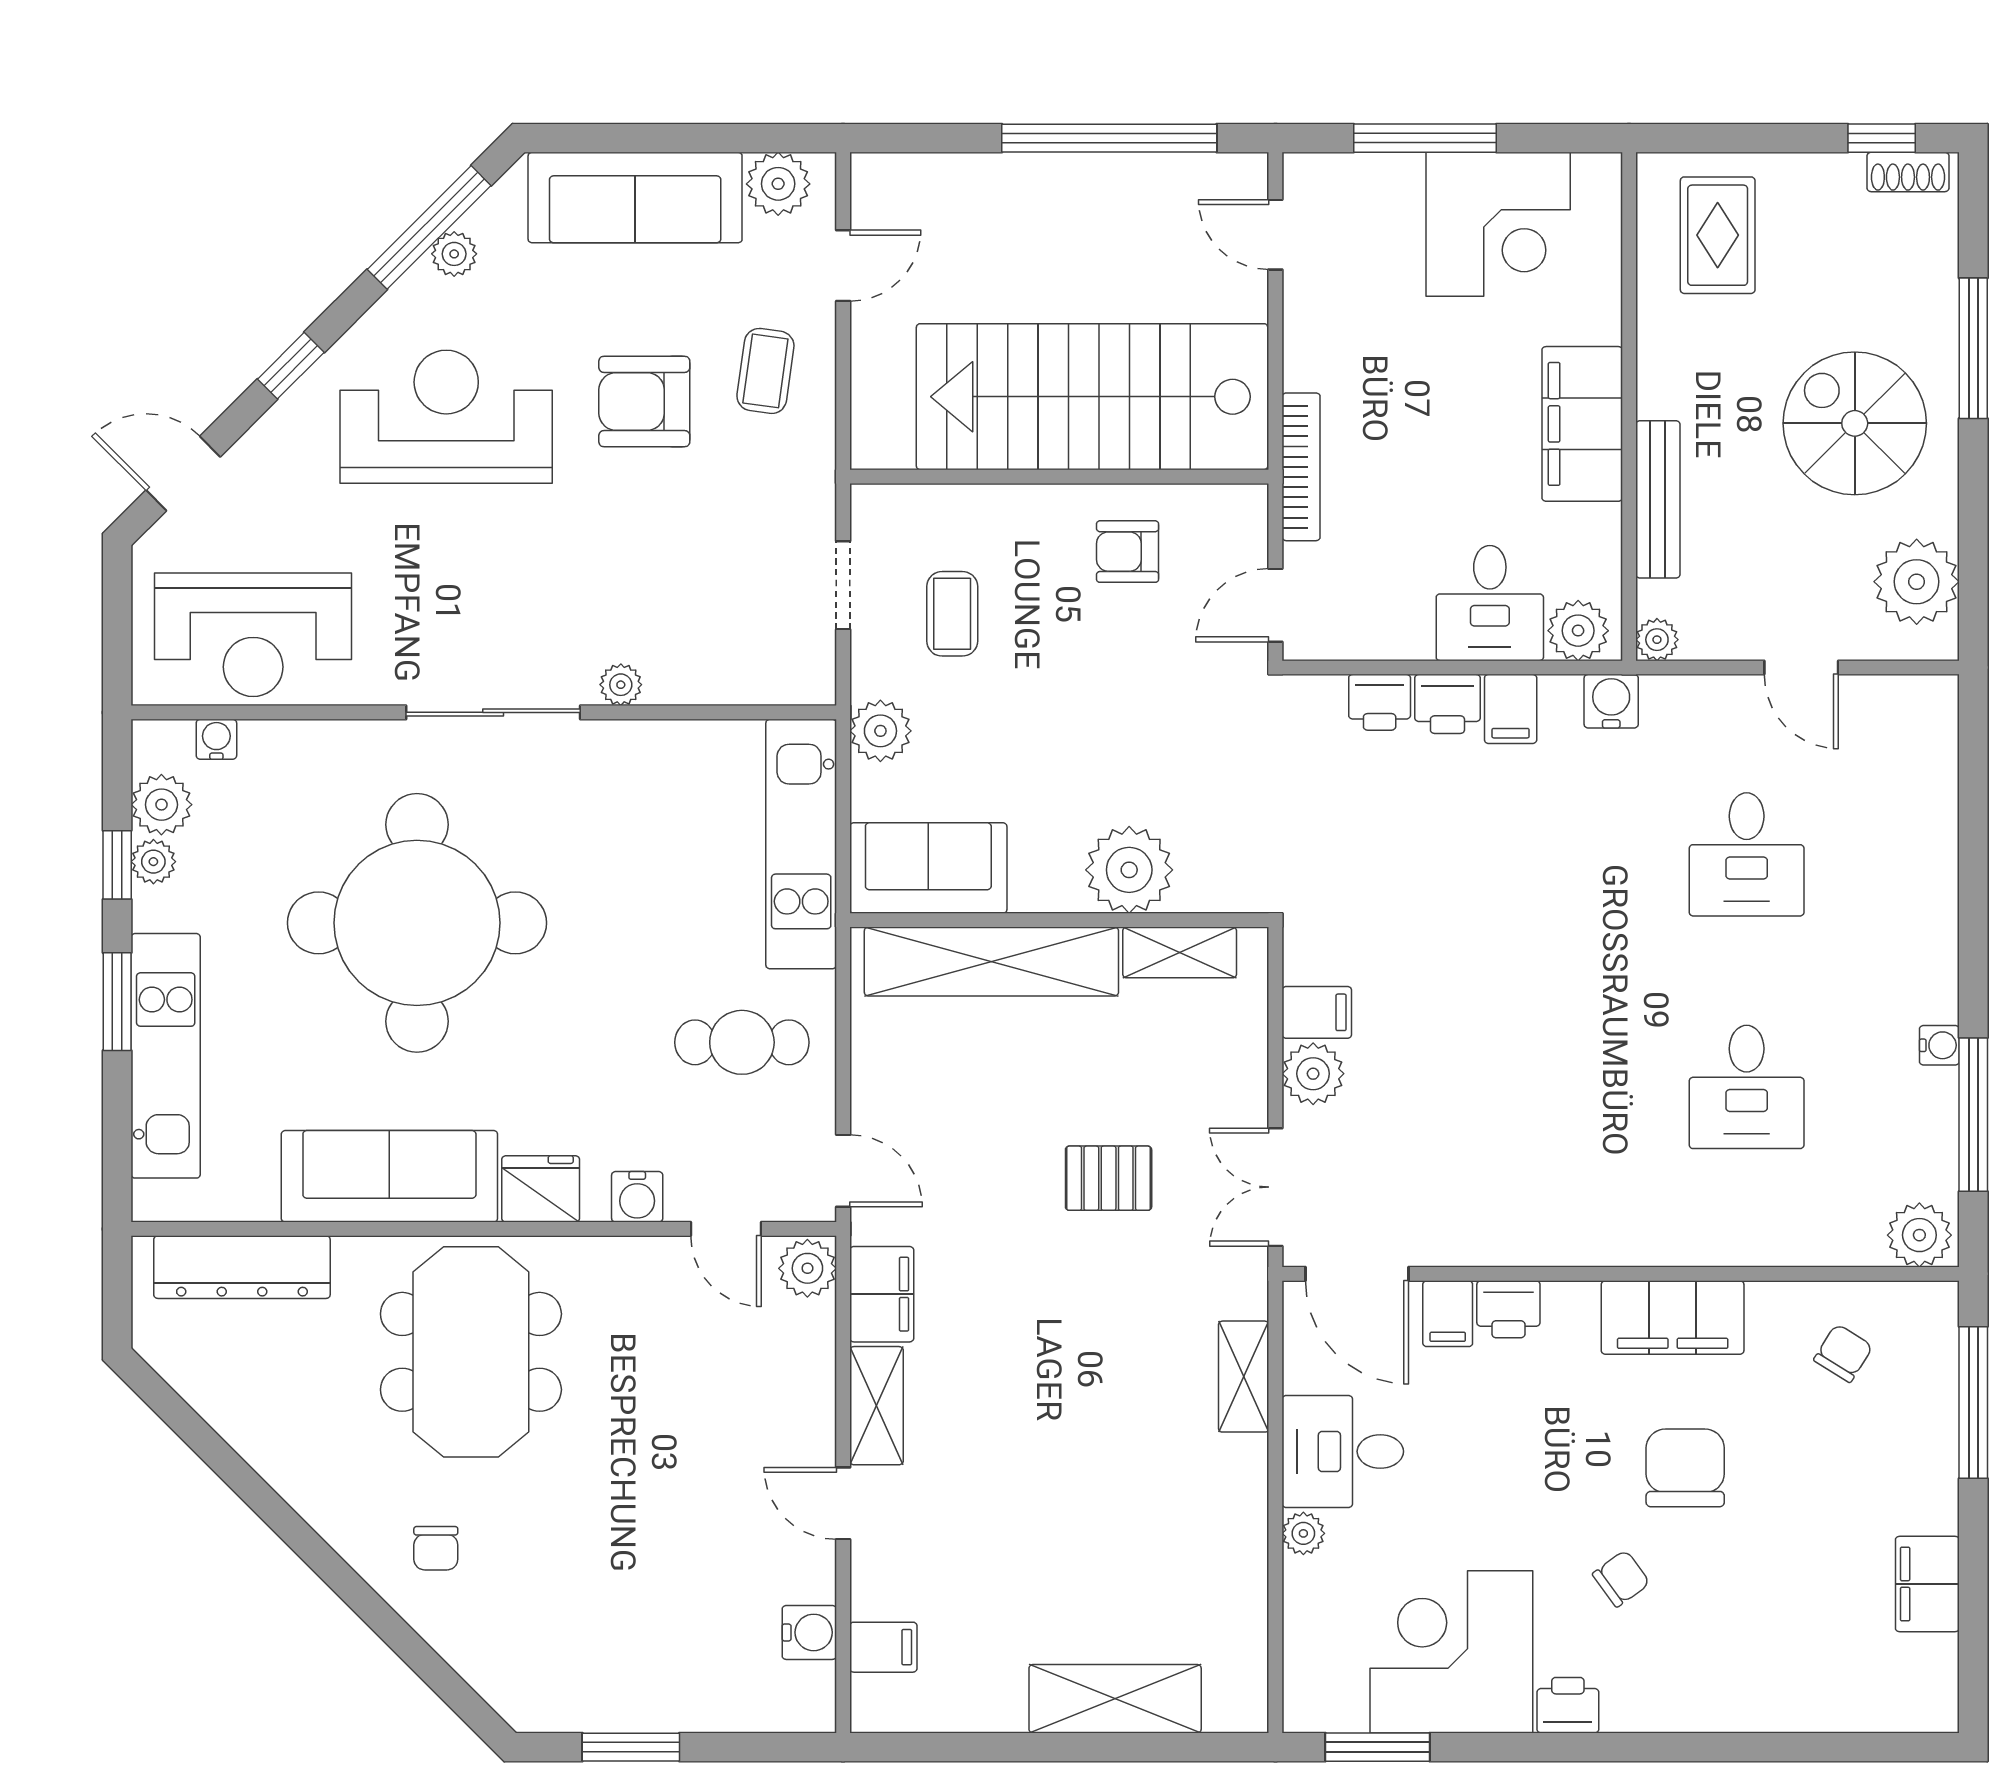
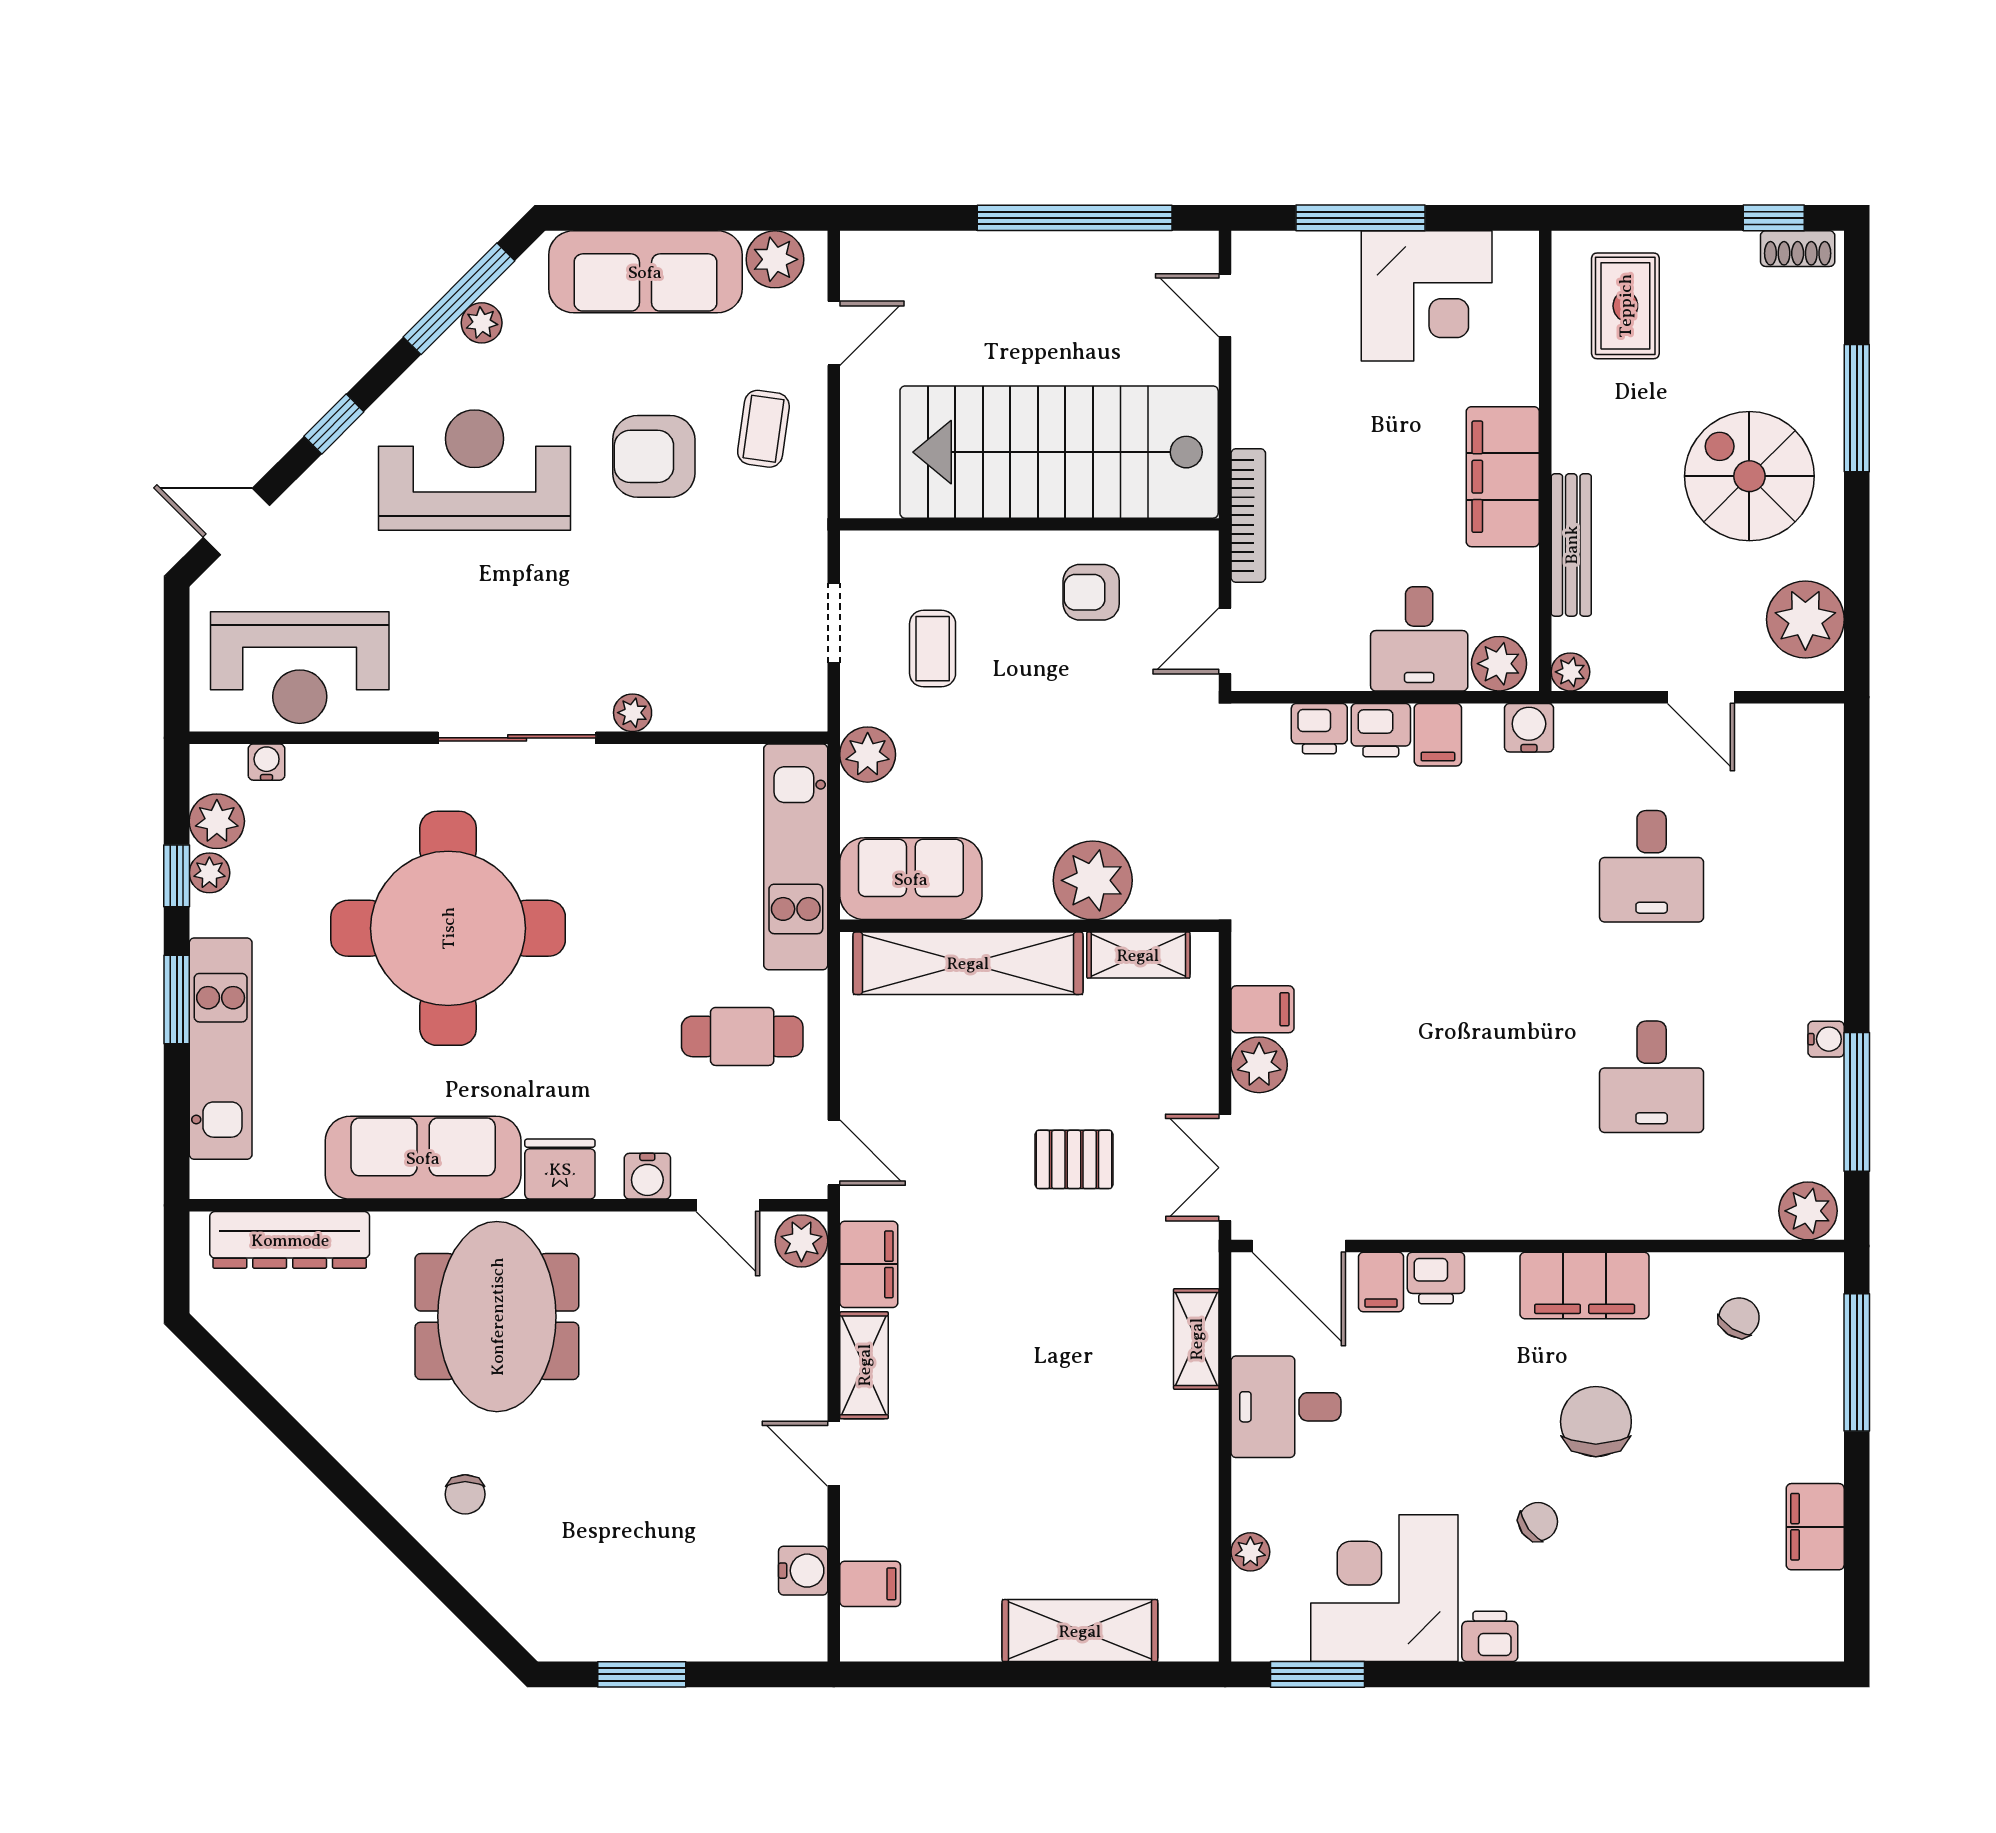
plant: (1303, 1533) -> (1250, 1552), moved

